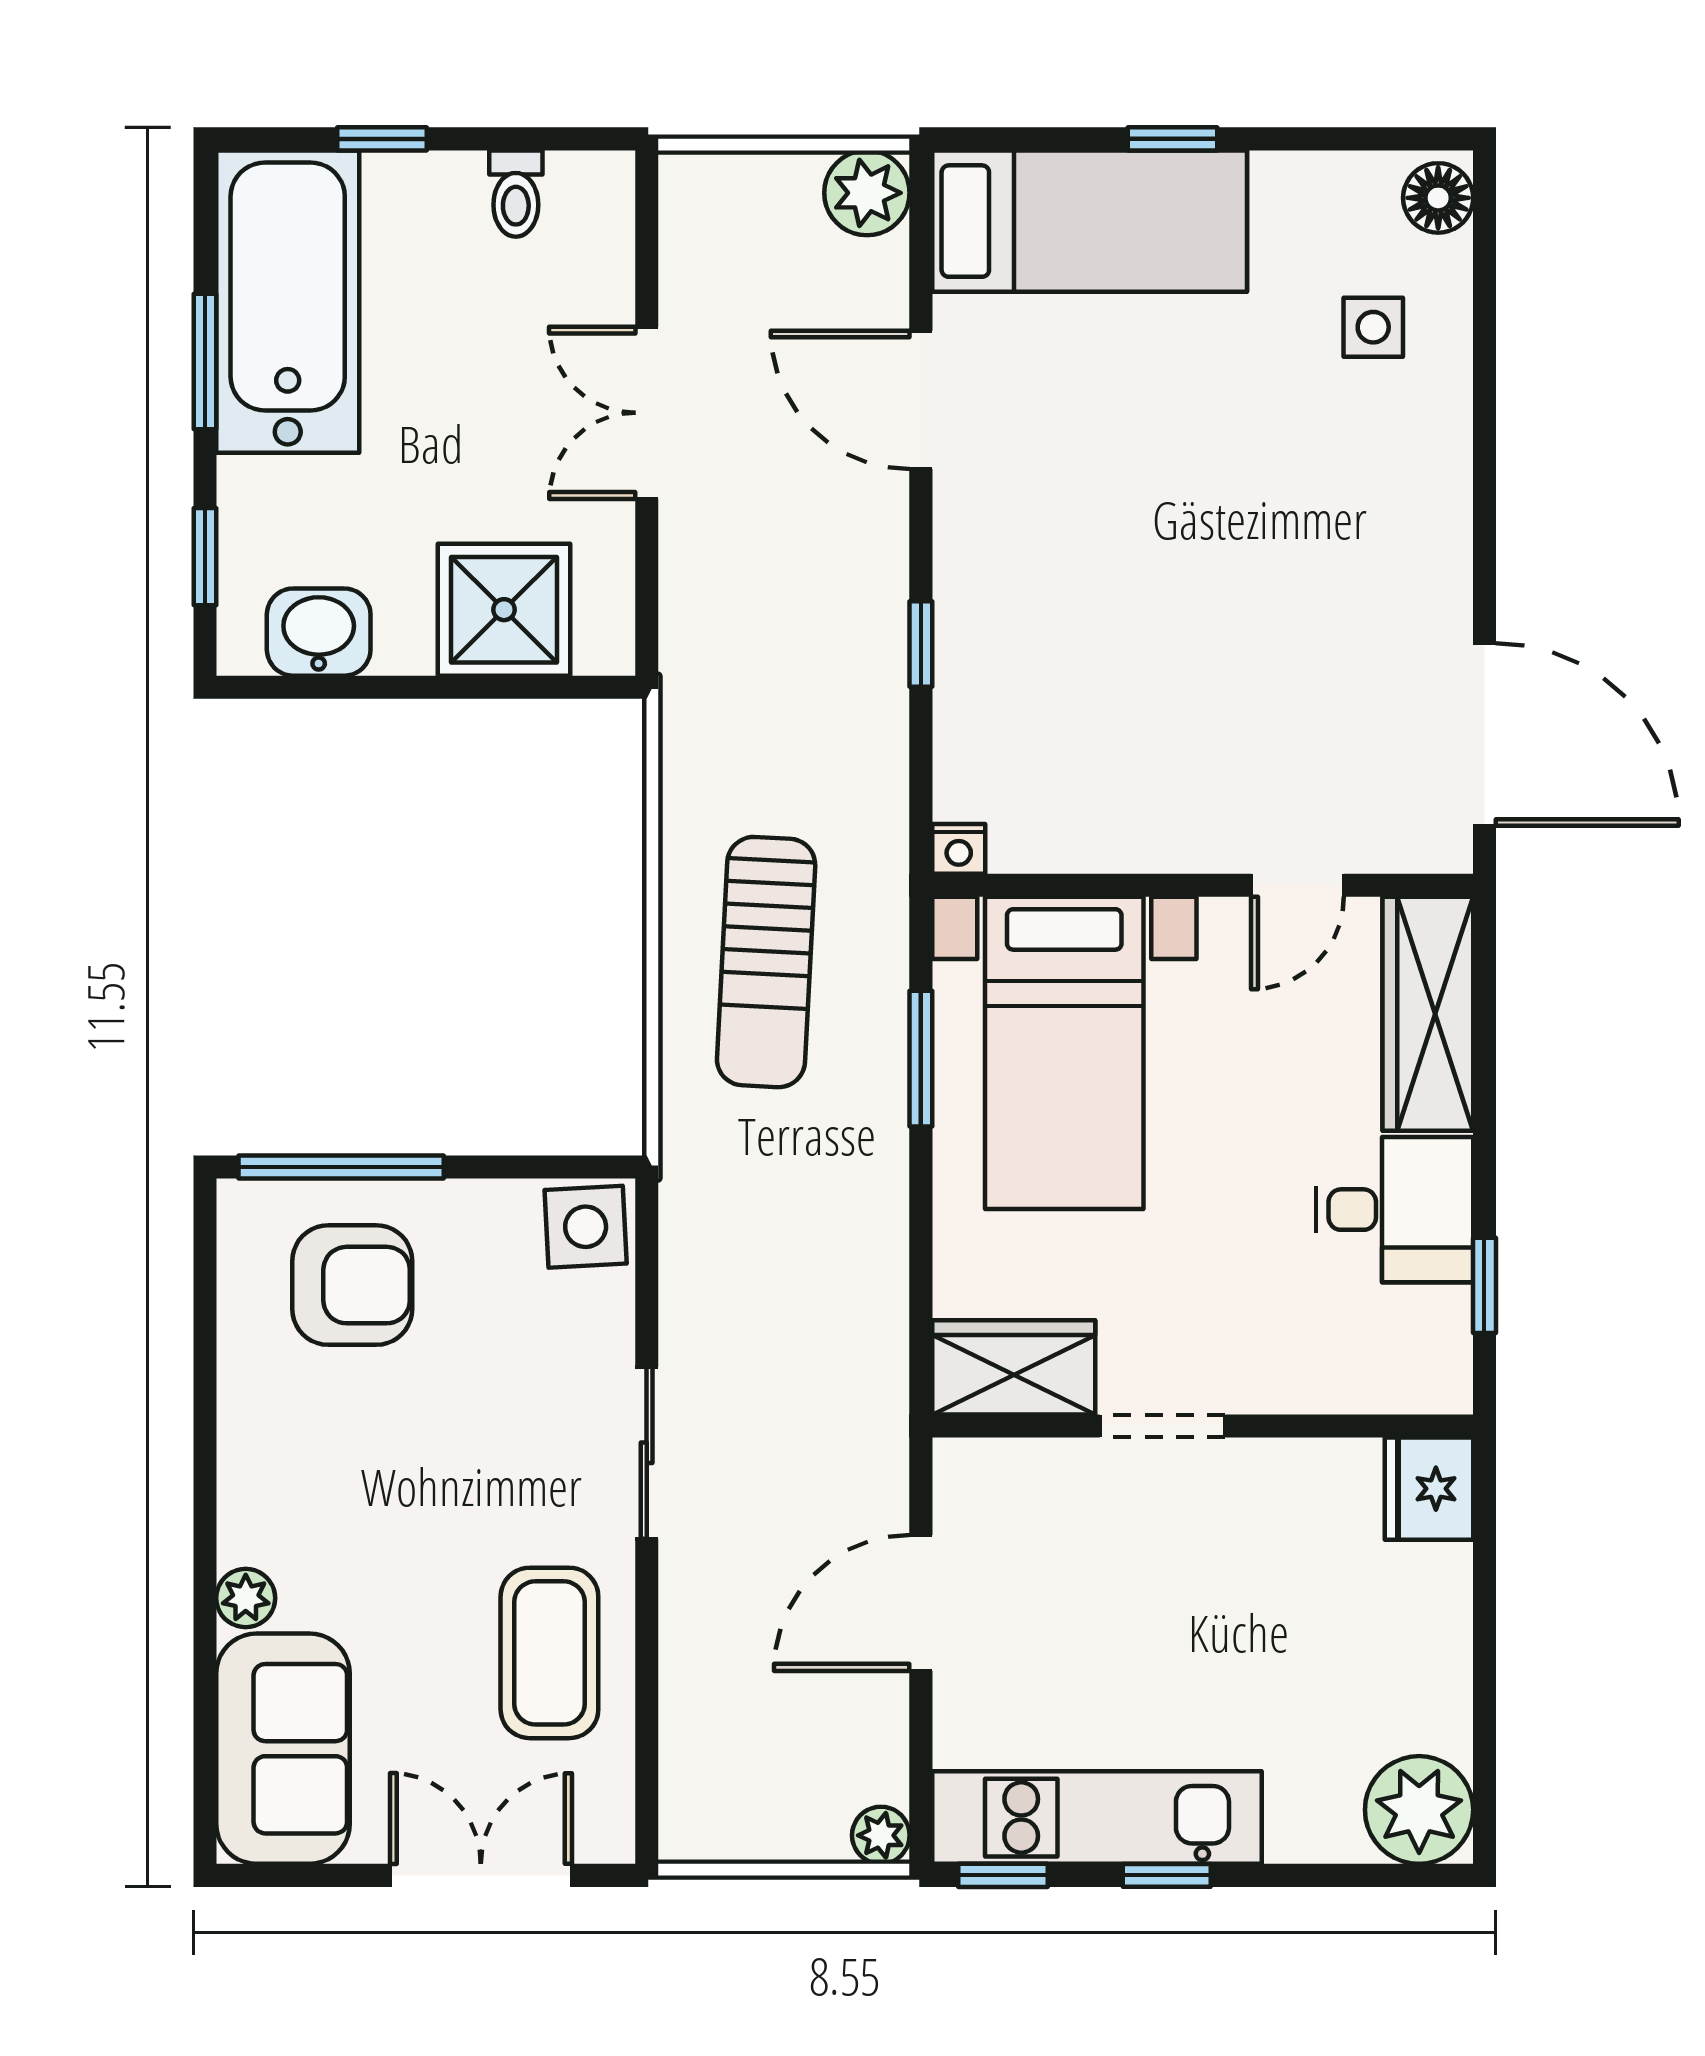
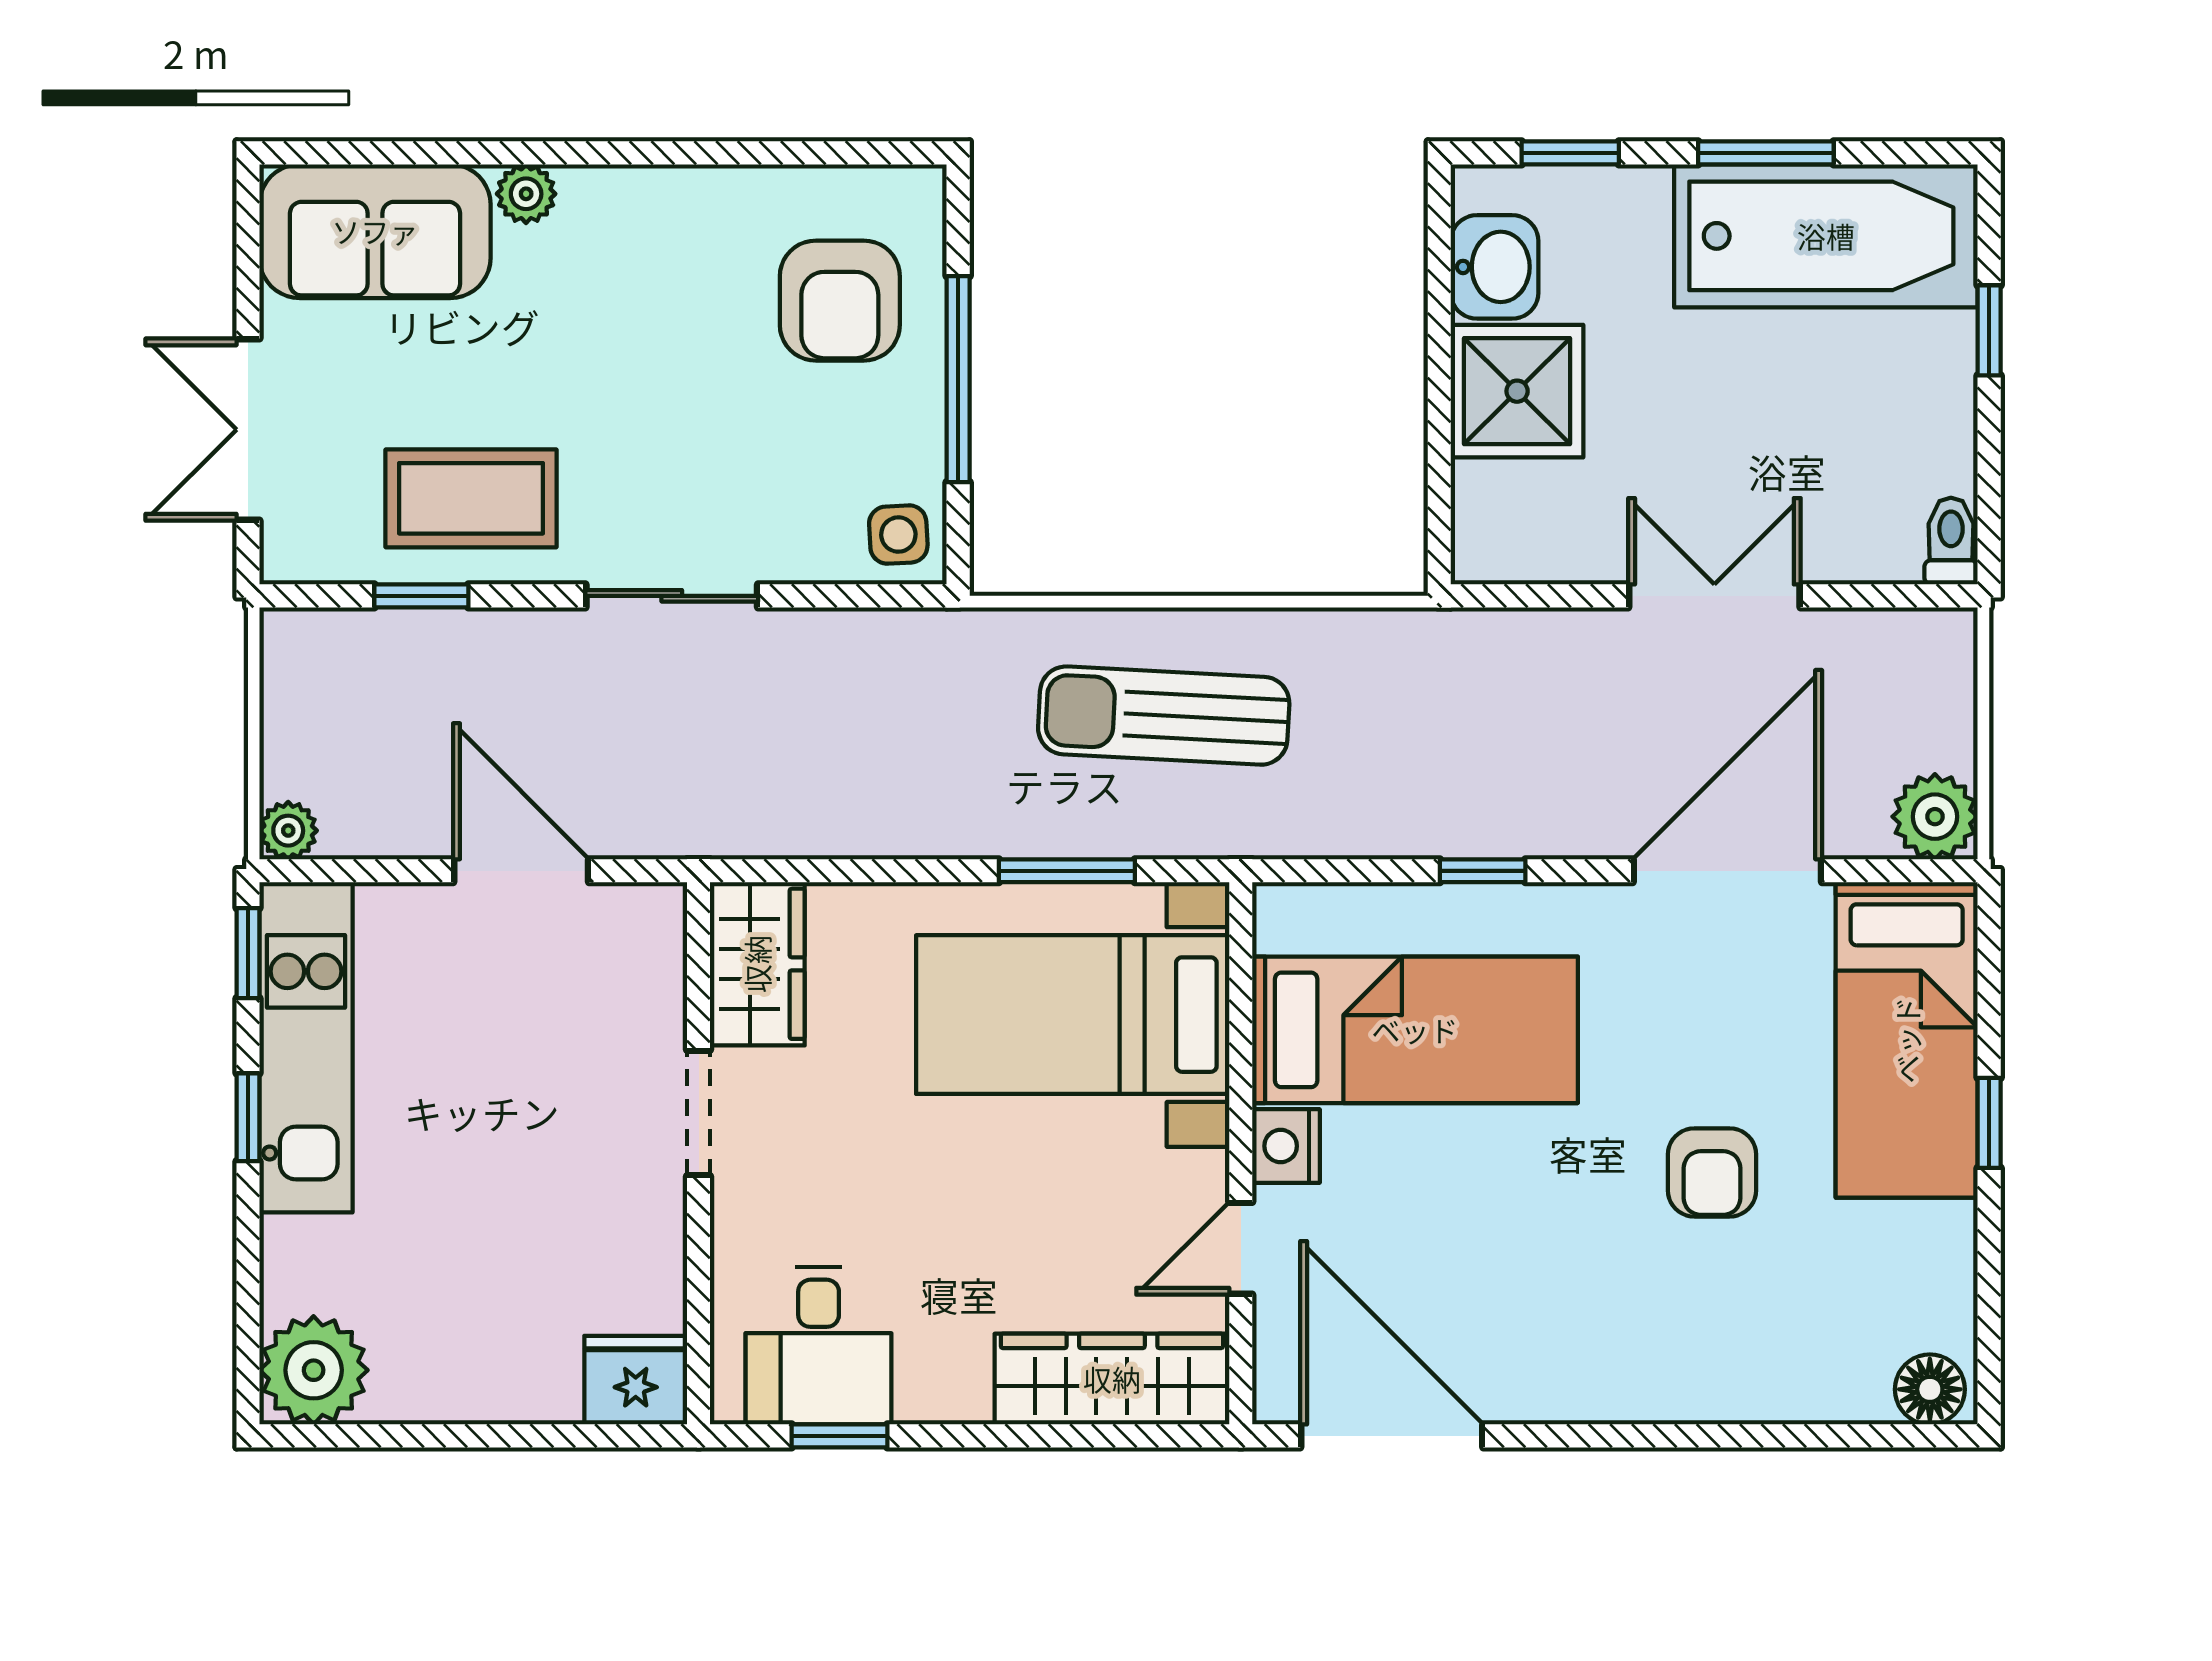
toilet: (516, 194) -> (1951, 541), moved, turned 90
side table: (1373, 327) -> (1800, 1324), removed
door: (921, 400) -> (1727, 871), width x1.36
armchair: (1222, 415) -> (1712, 1172), added
shower: (504, 610) -> (1517, 391), moved
bed: (1080, 711) -> (1415, 1030), added
door: (1484, 735) -> (1392, 1436), swing flipped
nightstand: (959, 849) -> (1286, 1146), moved, width x1.39, depth x1.35
door: (1297, 885) -> (1241, 1248), hinge flipped
window: (341, 1167) -> (958, 379), moved
desk: (1395, 1210) -> (819, 1346), moved
side table: (586, 1227) -> (898, 535), width x0.73, depth x0.73
window: (647, 1702) -> (421, 596), added
double door: (481, 1875) -> (248, 430), swing flipped

